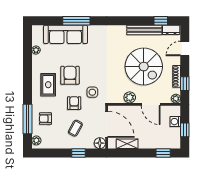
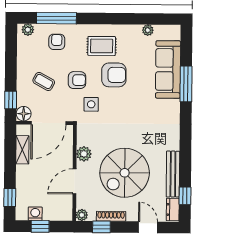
washing machine: (175, 122) -> (35, 214), moved
window: (79, 153) -> (11, 100), moved

